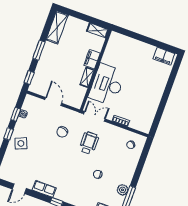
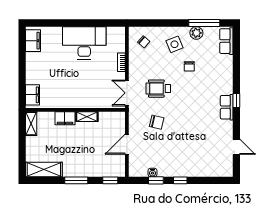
filing cabinet: (120, 40) -> (33, 95), added
desk: (107, 85) -> (84, 43), moved, turned 180
side table: (21, 143) -> (174, 44), moved
row of seats: (44, 189) -> (227, 107), moved

